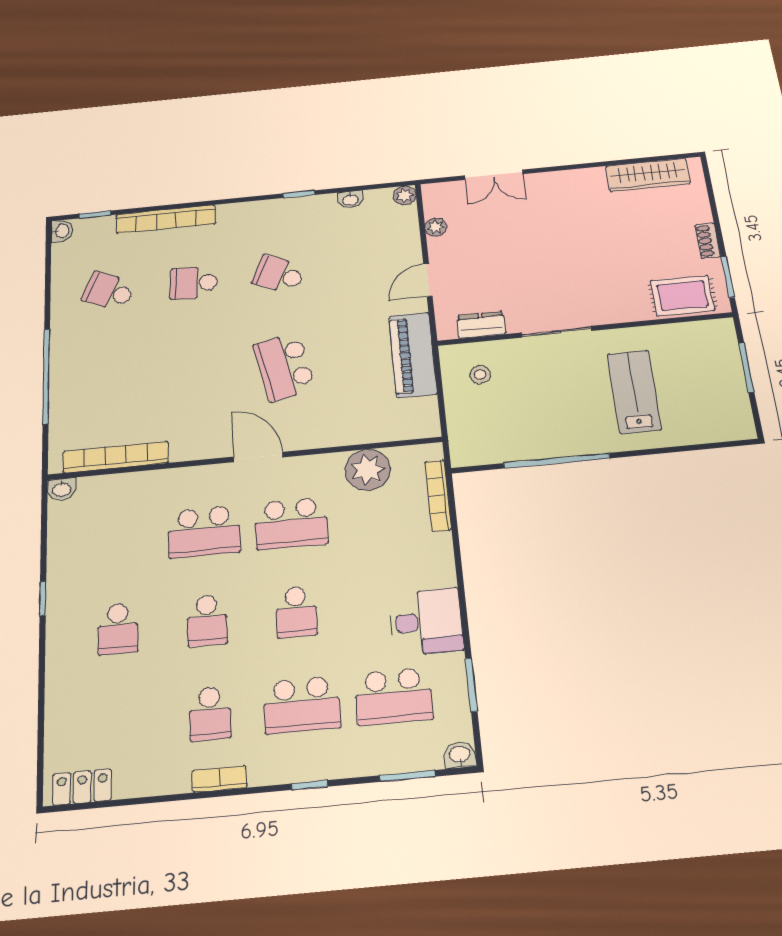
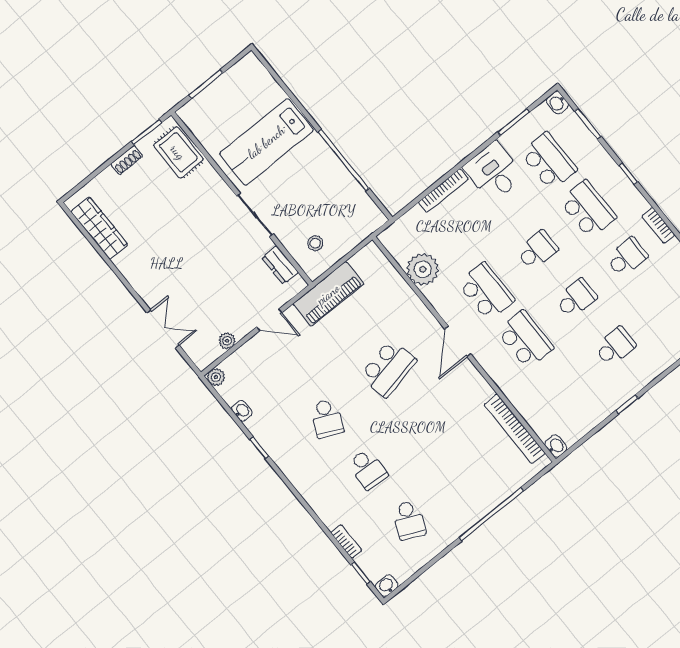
bookcase: (166, 219) -> (346, 541), width x0.43, depth x0.76
lab bench: (634, 392) -> (266, 142), width x1.36, depth x1.39
bookcase: (438, 495) -> (443, 191), moved

